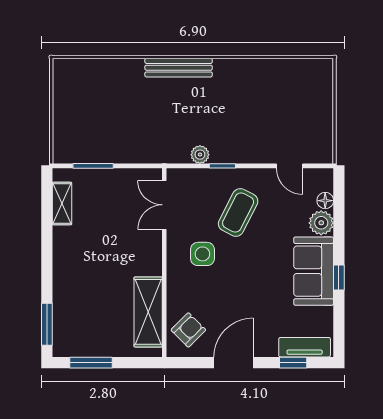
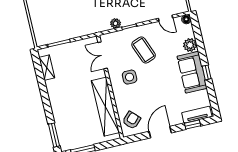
floor lamp: (325, 201) -> (186, 19), moved
coffee table: (238, 212) -> (144, 50), turned -48
shelving: (148, 312) -> (105, 107), width x1.47

